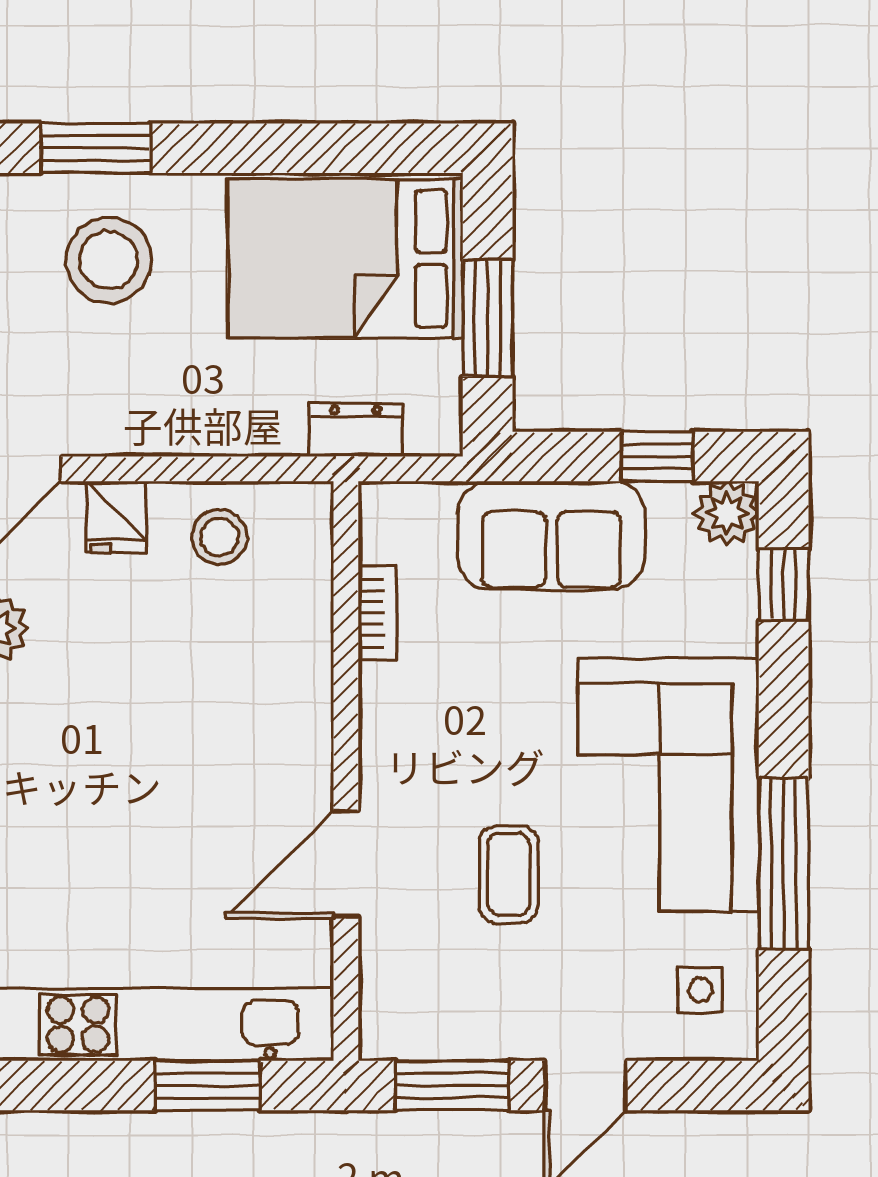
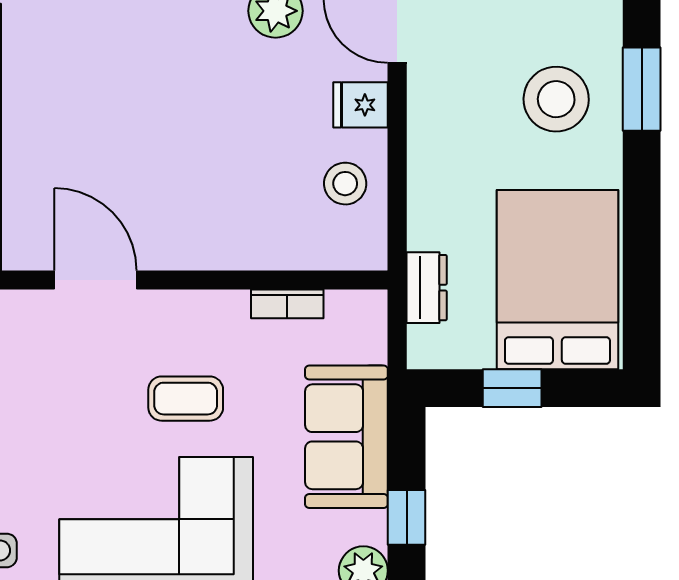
window: (488, 318) -> (512, 388), width x0.67
coffee table: (509, 874) -> (186, 399), moved

